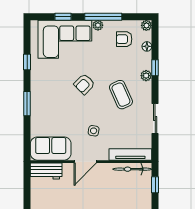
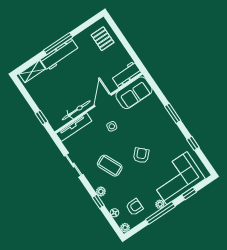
bicycle: (132, 169) -> (76, 110), moved

